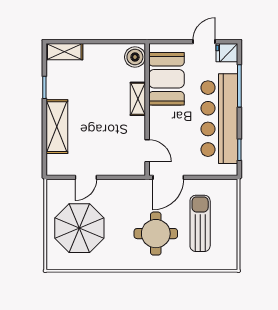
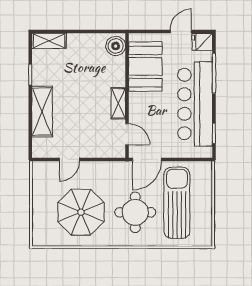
shelving: (138, 99) -> (118, 103), moved
sun lounger: (200, 223) -> (177, 203), width x1.36, depth x1.34
parasol: (79, 228) -> (81, 212), moved

